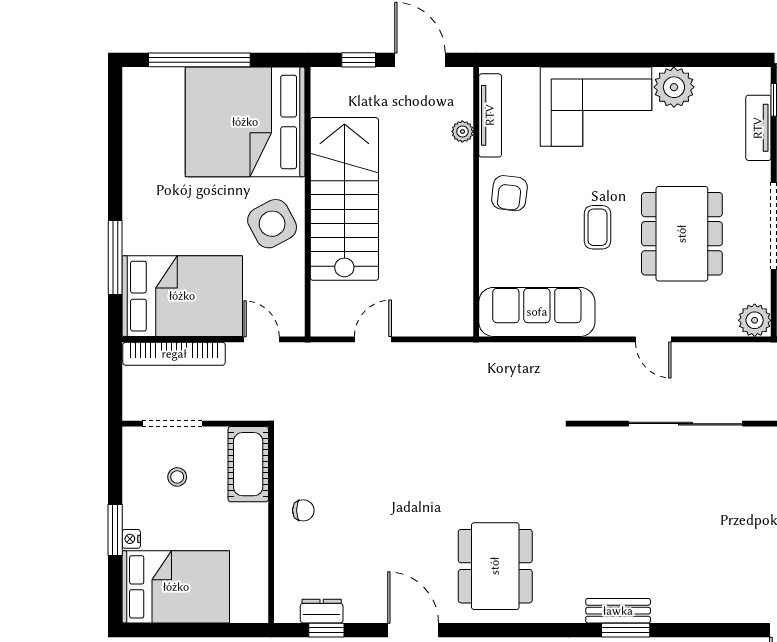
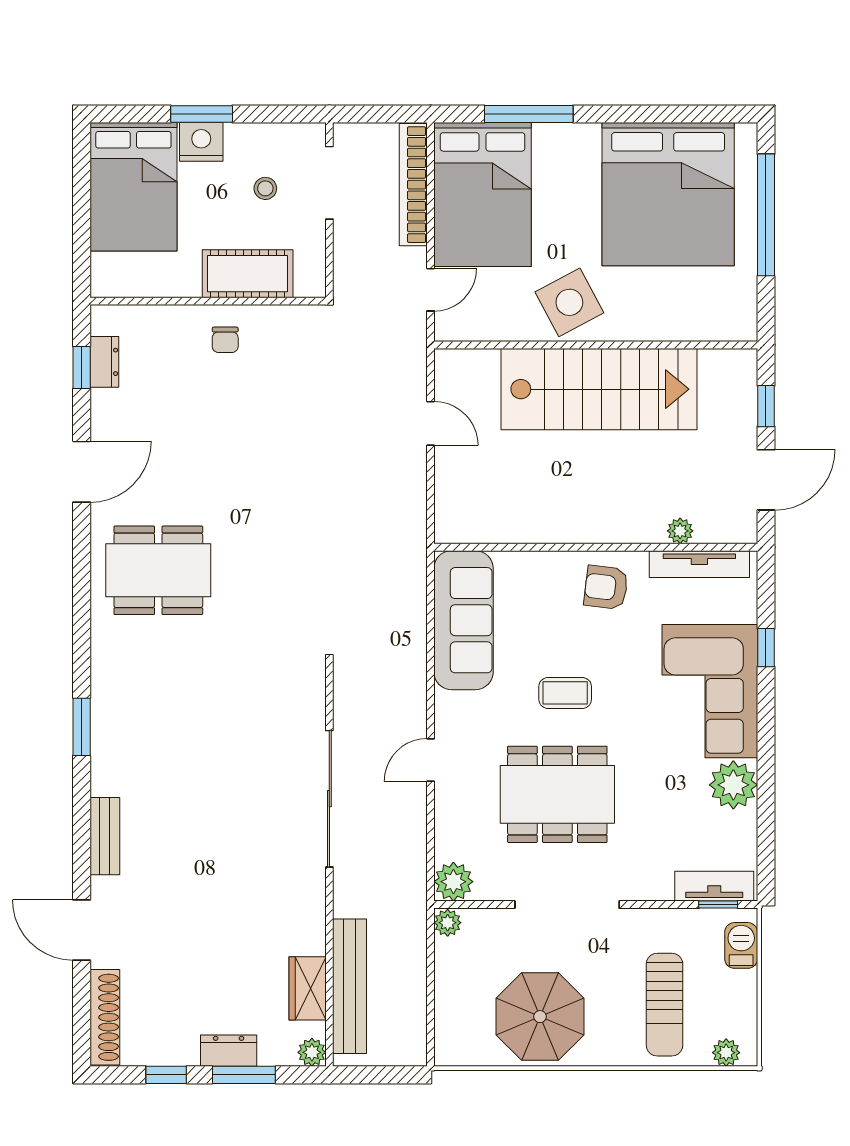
window: (560, 60) -> (766, 648), added
bed: (245, 122) -> (668, 194), moved, turned 180
tv unit: (758, 128) -> (714, 886), moved
cot: (248, 464) -> (248, 274), moved
nightstand: (131, 539) -> (201, 142), width x1.89, depth x1.79
bench: (618, 611) -> (105, 836), moved

